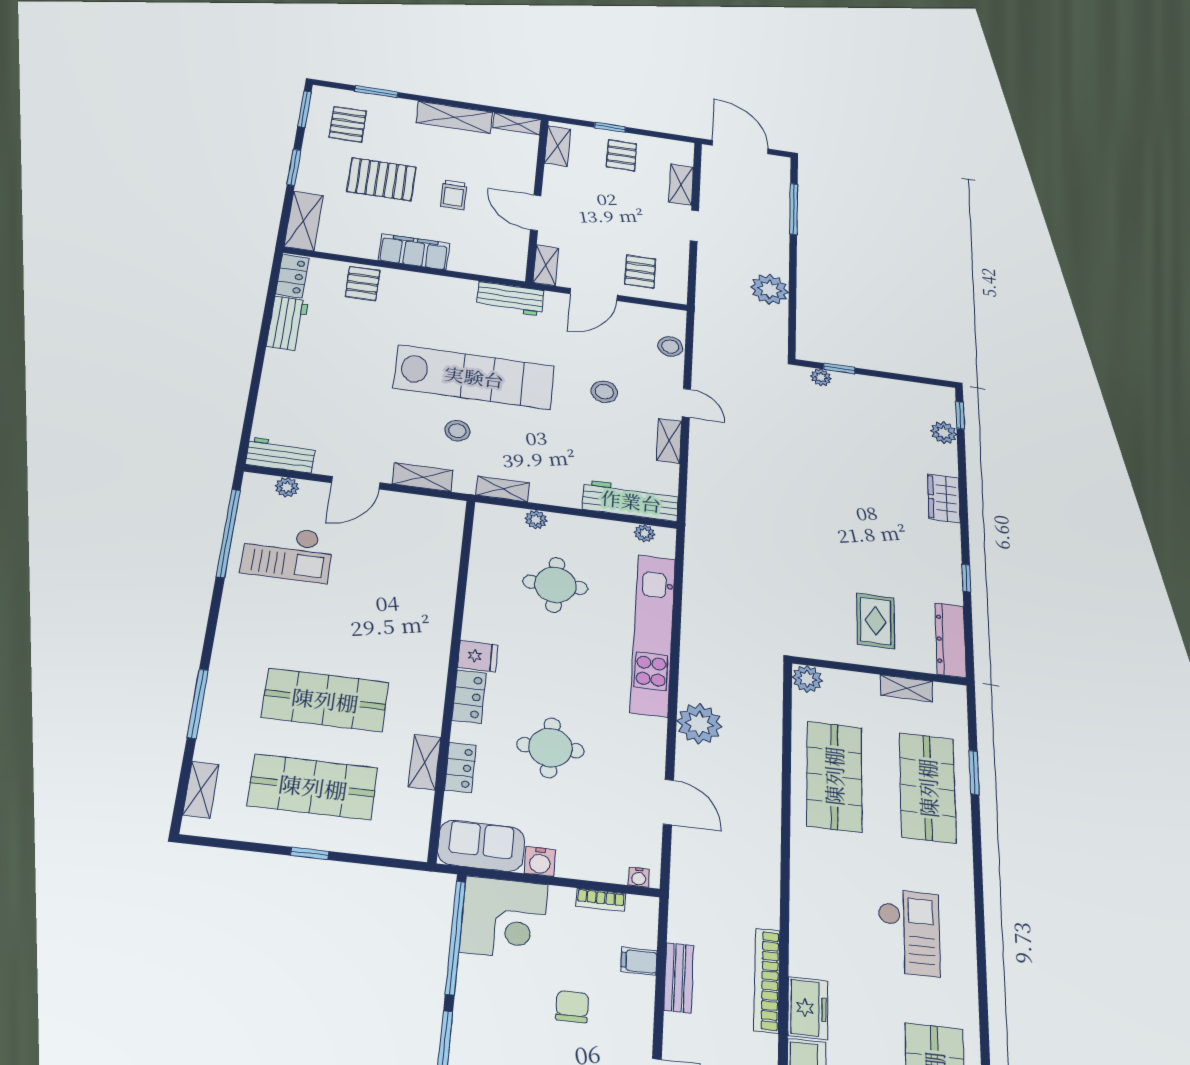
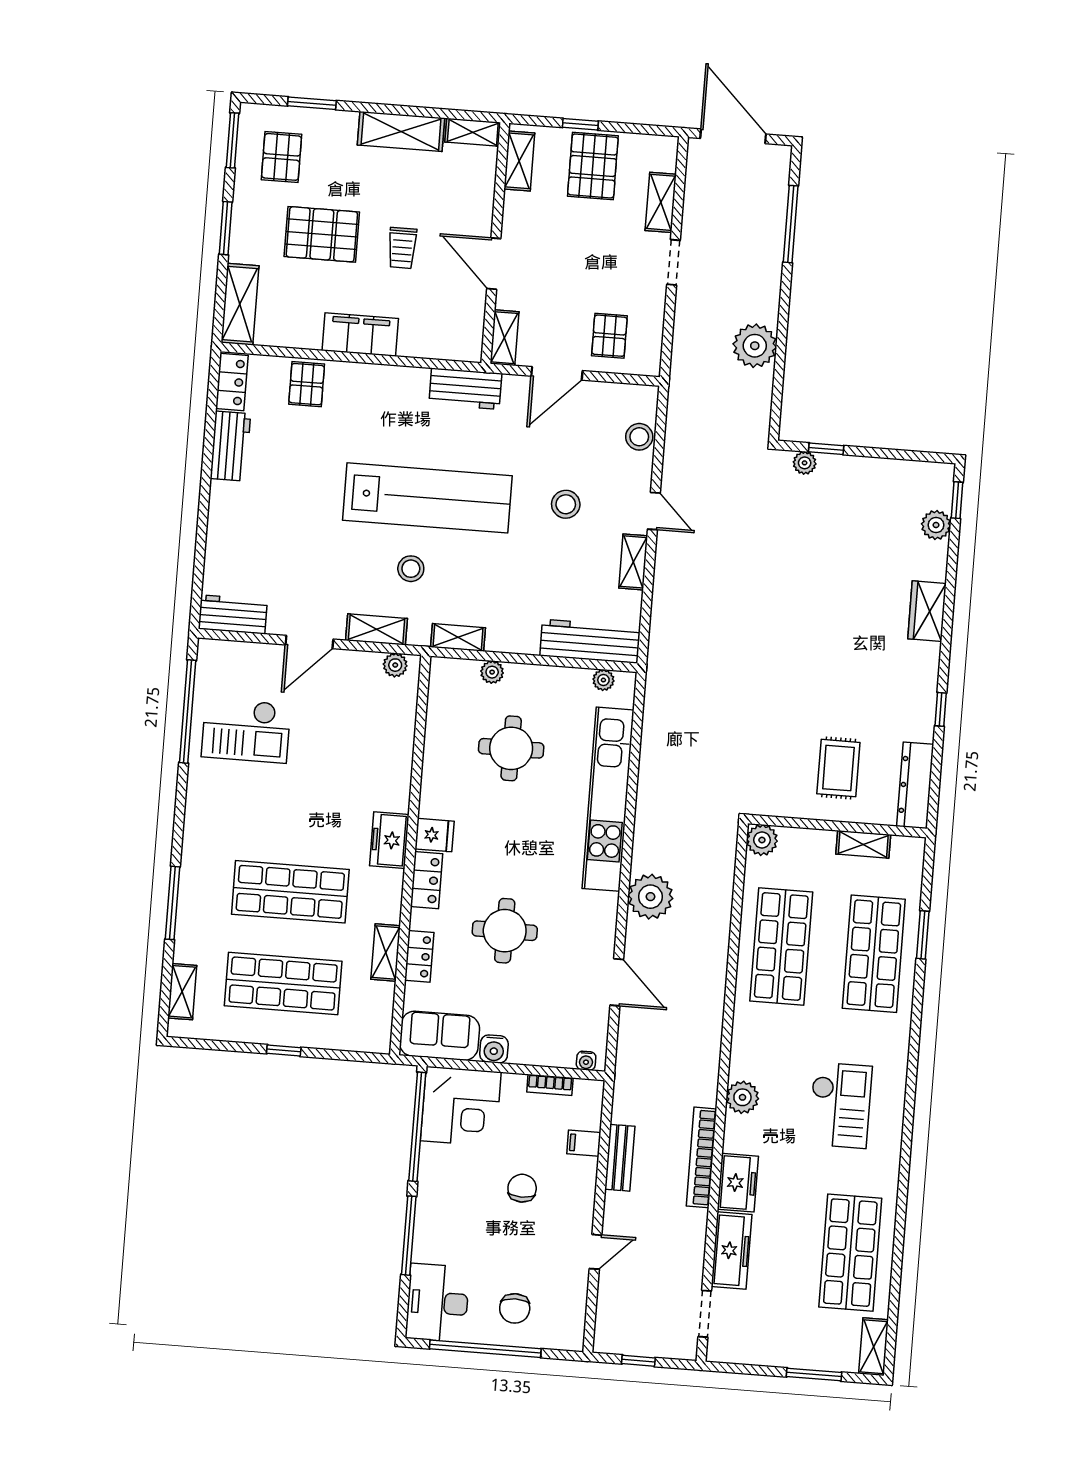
pallet: (622, 155) -> (593, 166), width x1.50, depth x1.42
plant: (287, 487) -> (395, 665), moved
freezer: (431, 658) -> (389, 840), added
plant: (806, 920) -> (742, 1097), added

